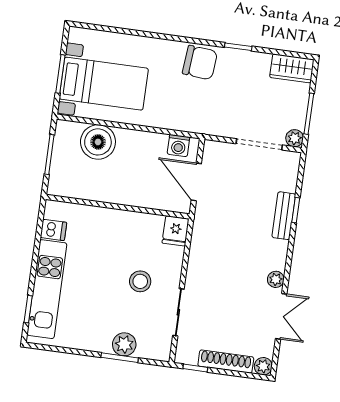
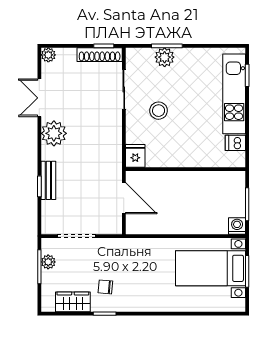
chair: (200, 63) -> (105, 287), moved, width x0.54, depth x0.54
wardrobe: (292, 68) -> (73, 302), moved
plant: (295, 138) -> (48, 262), moved
boiler: (98, 142) -> (209, 220), removed
washing machine: (178, 146) -> (237, 226), moved
plant: (276, 279) -> (54, 133), width x1.88, depth x1.88
shoe rack: (226, 362) -> (100, 55), moved

